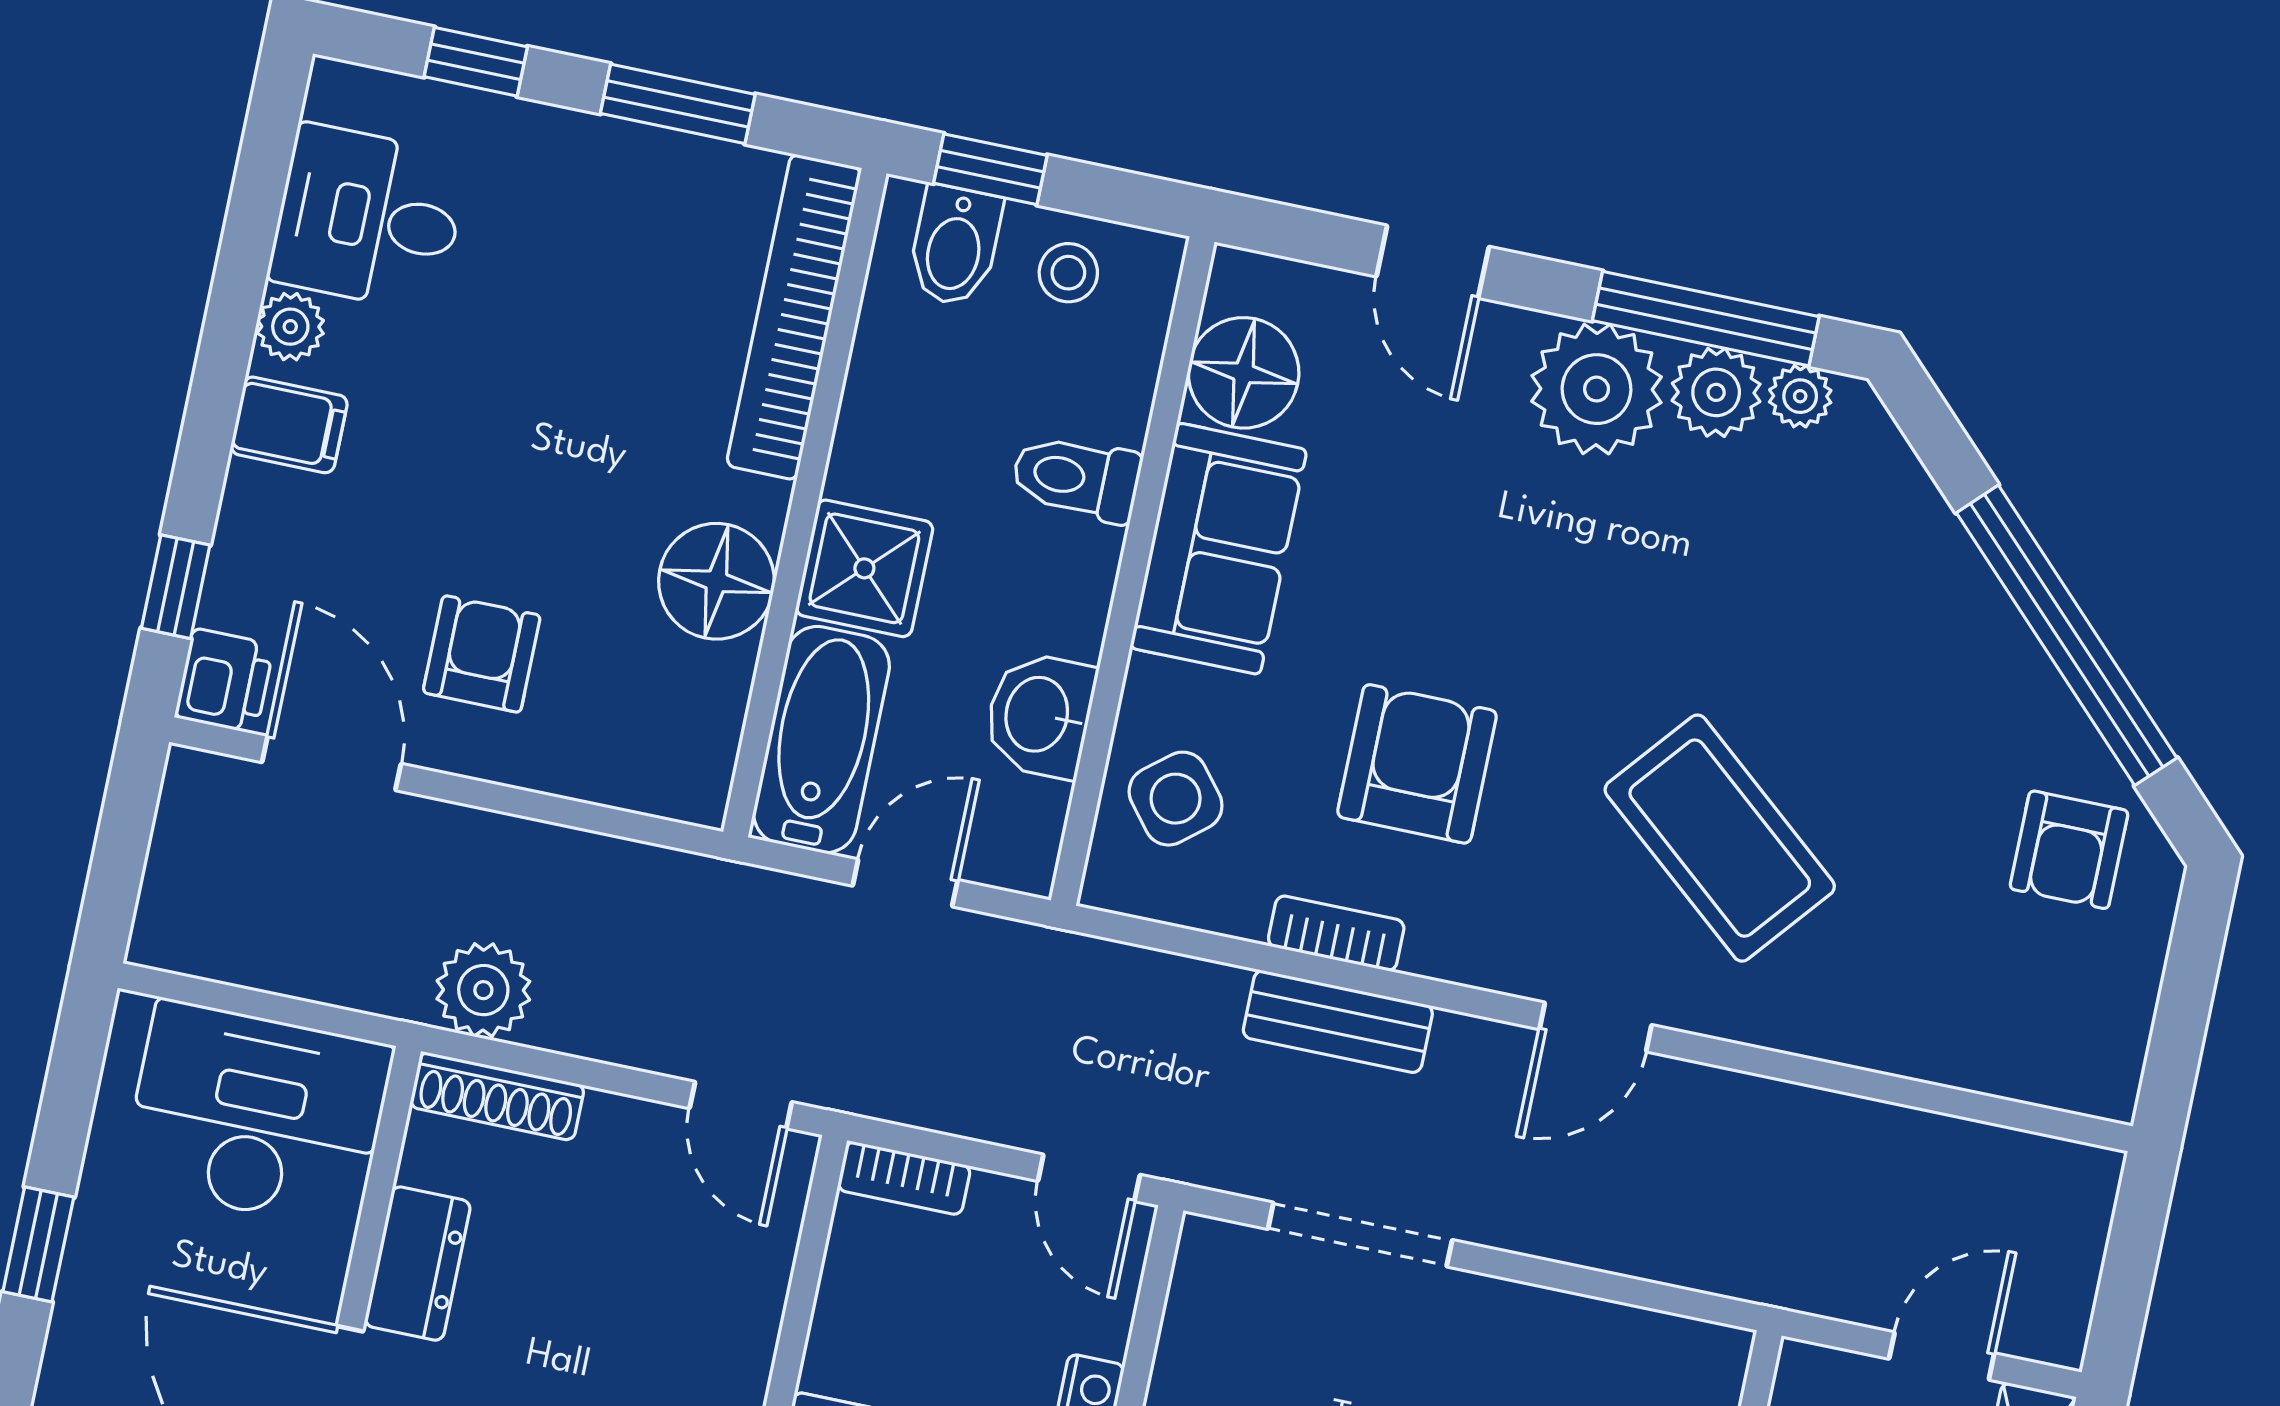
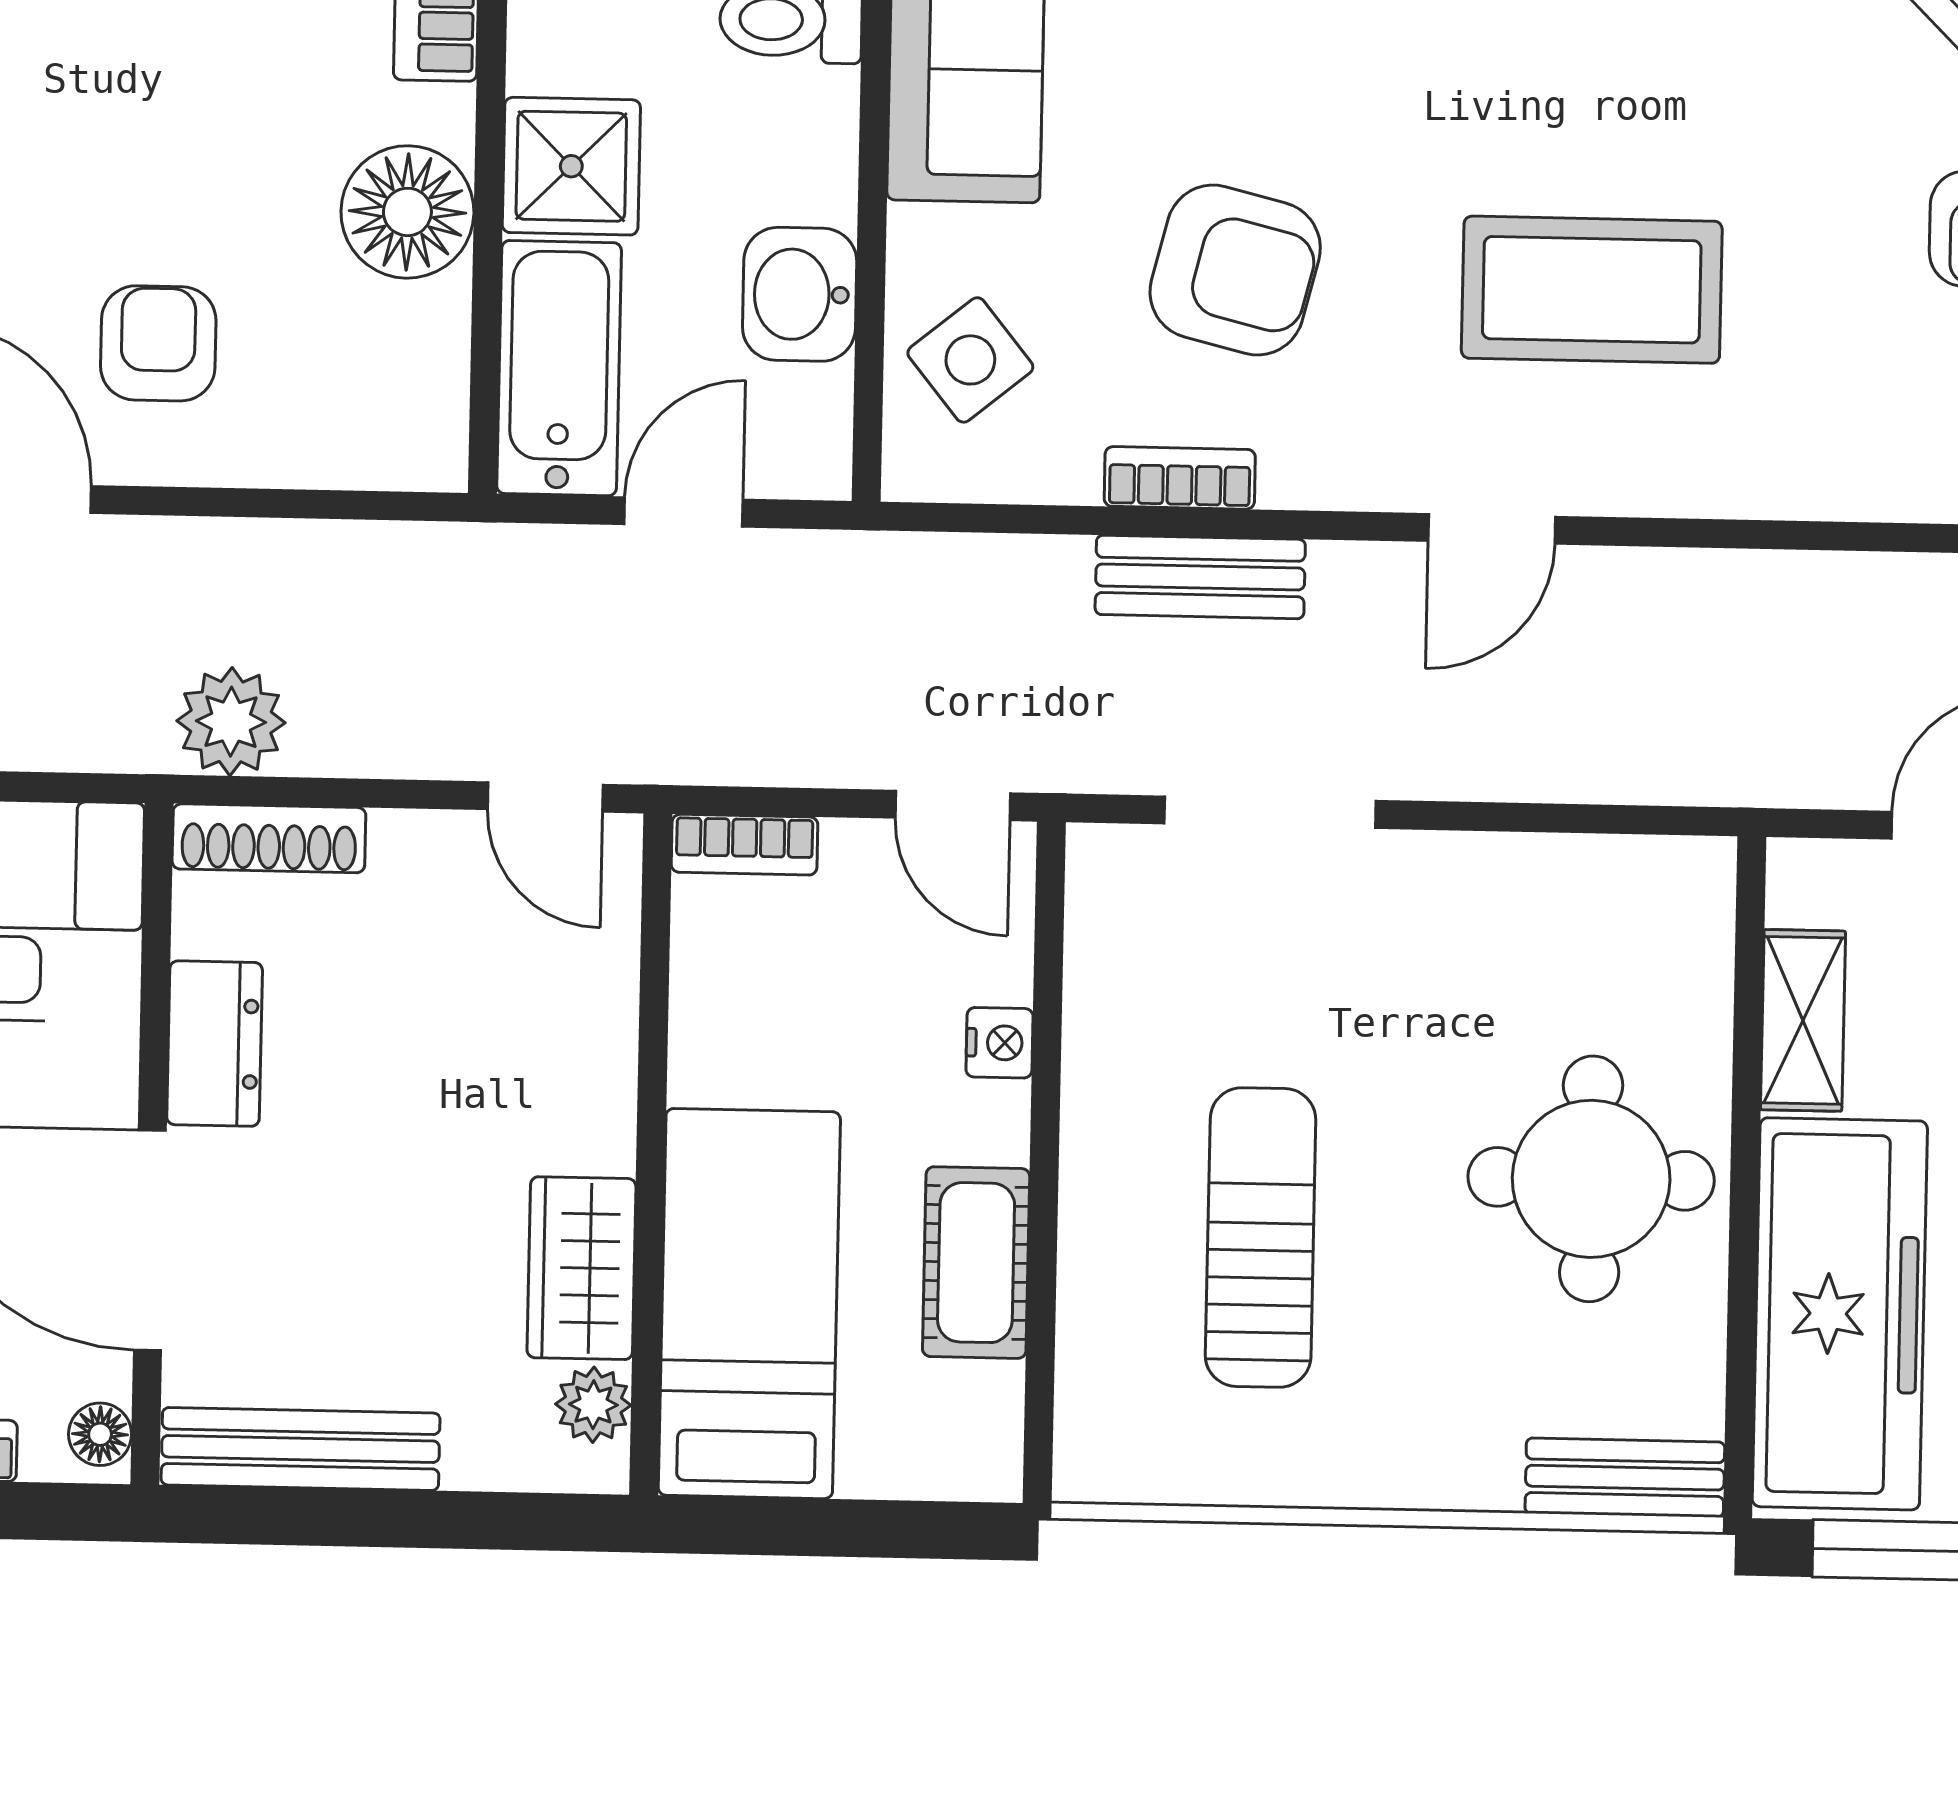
armchair: (1417, 764) -> (1235, 270), turned 104
coffee table: (1720, 838) -> (1592, 290), turned -40

